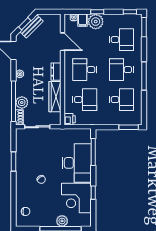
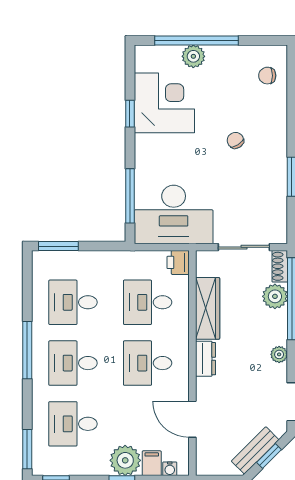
desk: (85, 70) -> (148, 363), turned 180
desk: (121, 70) -> (73, 363), turned 180
desk: (77, 163) -> (174, 214), moved, turned -90

